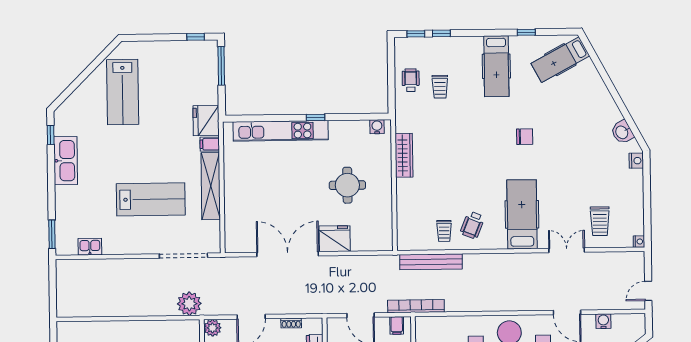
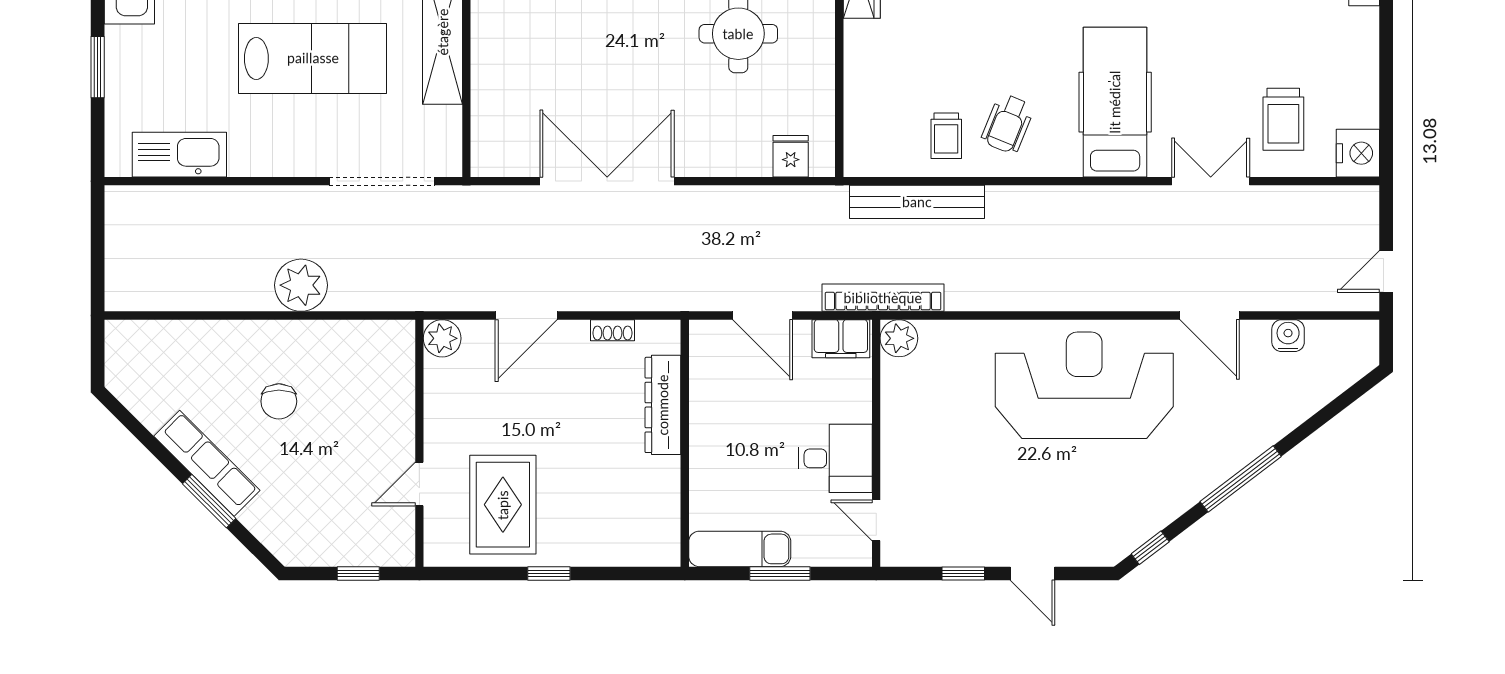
window: (52, 234) -> (98, 67), moved
fridge: (335, 239) -> (791, 156), moved, width x0.53, depth x0.75
nightstand: (639, 242) -> (1358, 153), width x1.89, depth x1.79
kitchen sink: (90, 247) -> (179, 155), width x1.87, depth x1.24
plant: (189, 304) -> (301, 285), moved
filing cabinet: (397, 325) -> (841, 339), width x2.00
plant: (424, 325) -> (899, 338), added

